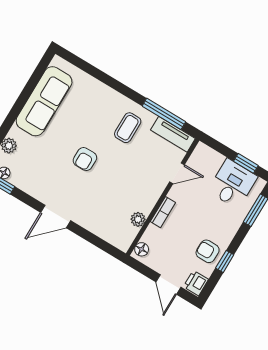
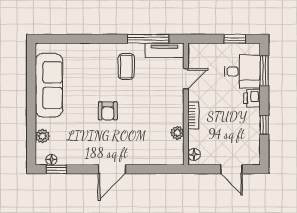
desk: (233, 184) -> (242, 71), moved, turned 90
armchair: (208, 251) -> (246, 125), removed
printer: (196, 283) -> (252, 98), moved

